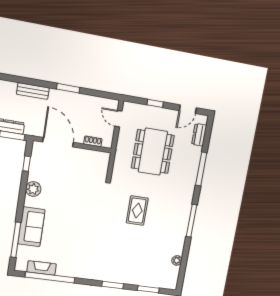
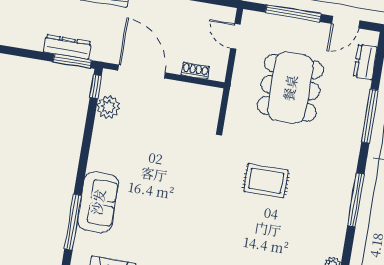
window: (155, 103) -> (293, 13), width x2.17
window: (27, 164) -> (96, 86), moved
plant: (33, 189) -> (108, 107), moved
rug: (137, 210) -> (266, 181), turned 90

